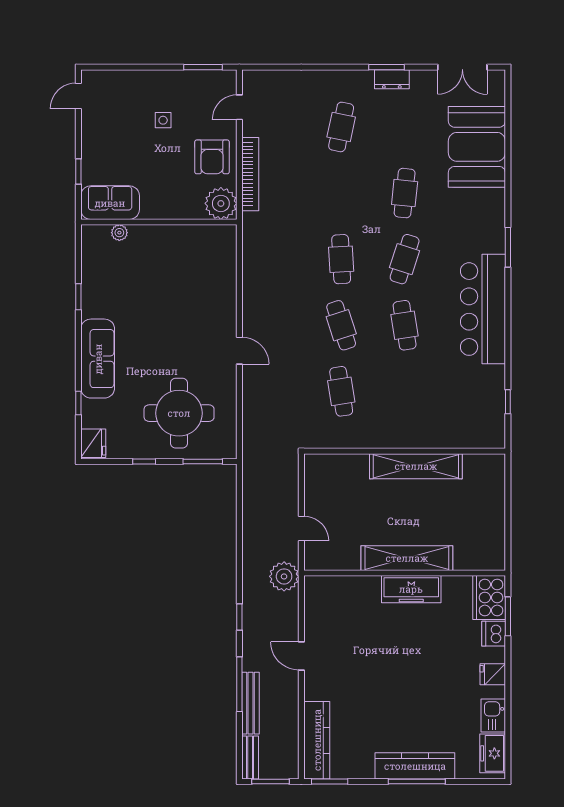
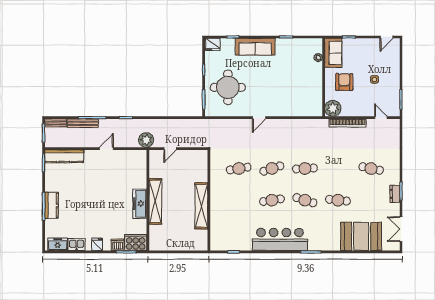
door: (78, 96) -> (387, 37), swing flipped
armchair: (212, 157) -> (344, 82), moved, turned 90
kitchen counter: (415, 766) -> (51, 205), width x0.67

